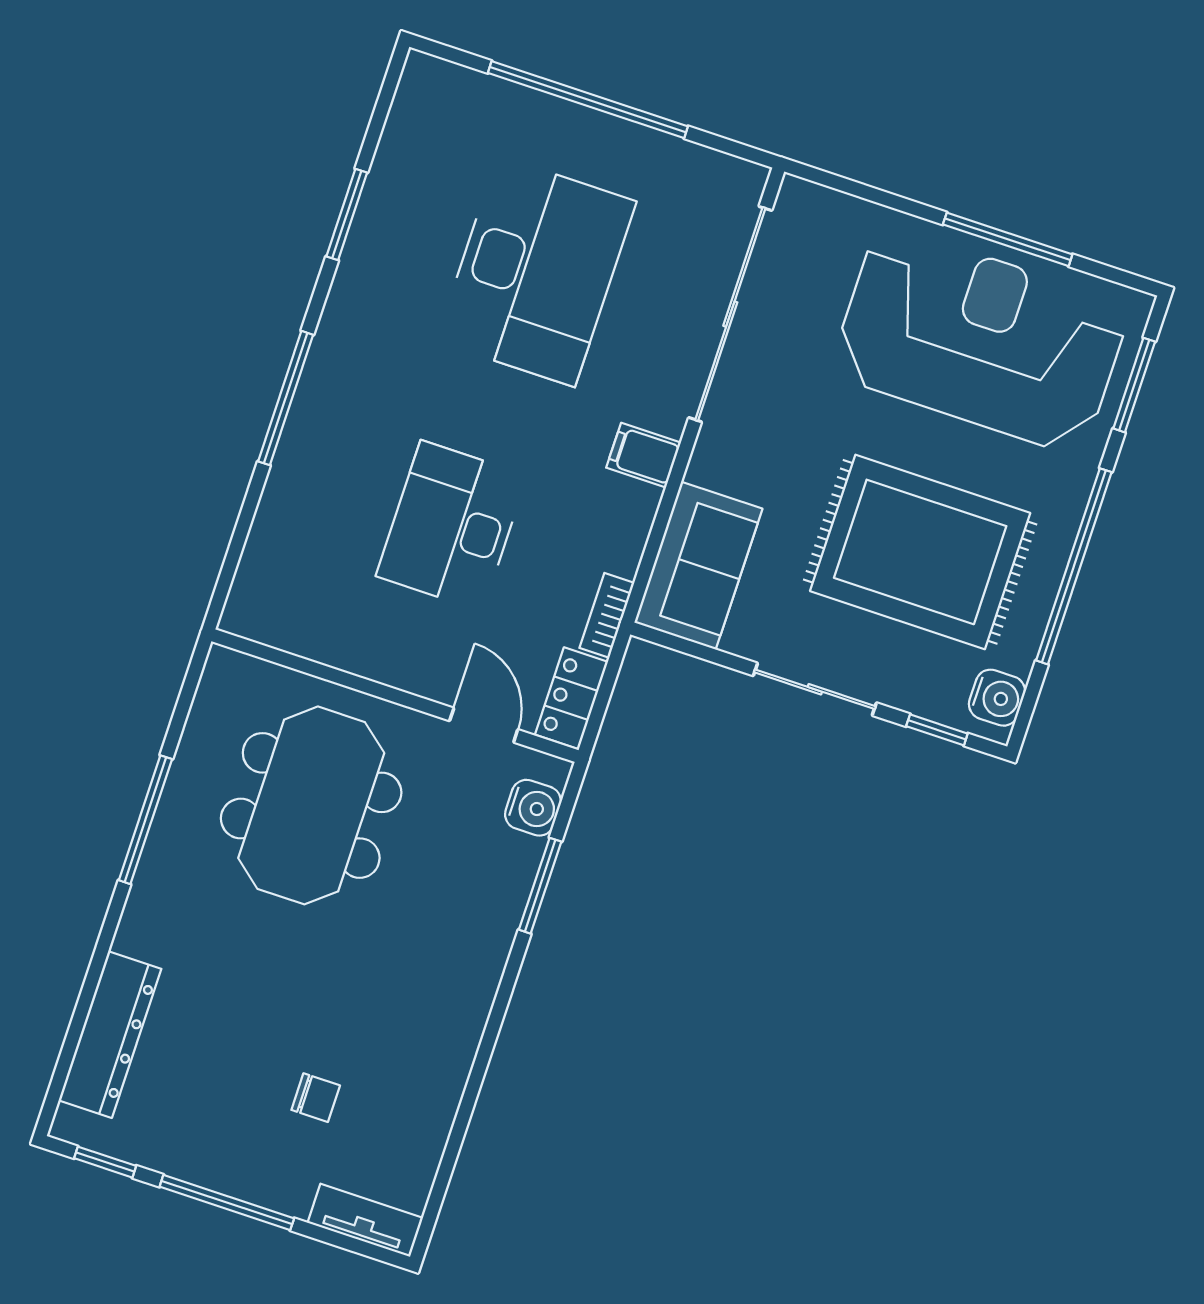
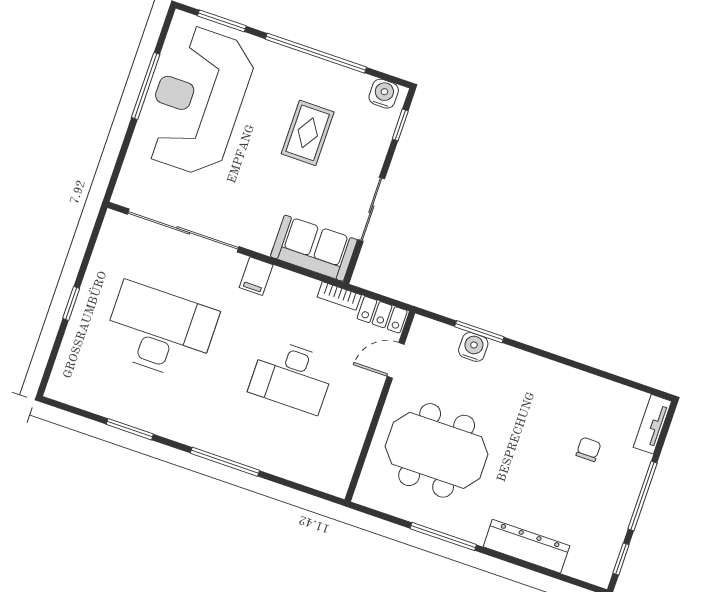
window: (588, 100) -> (71, 303), width x0.32
rug: (920, 552) -> (308, 133), width x0.54, depth x0.49
sliding door: (815, 689) -> (371, 209), moved
water cooler: (533, 808) -> (473, 347), moved
dresser: (110, 1035) -> (526, 546), moved

